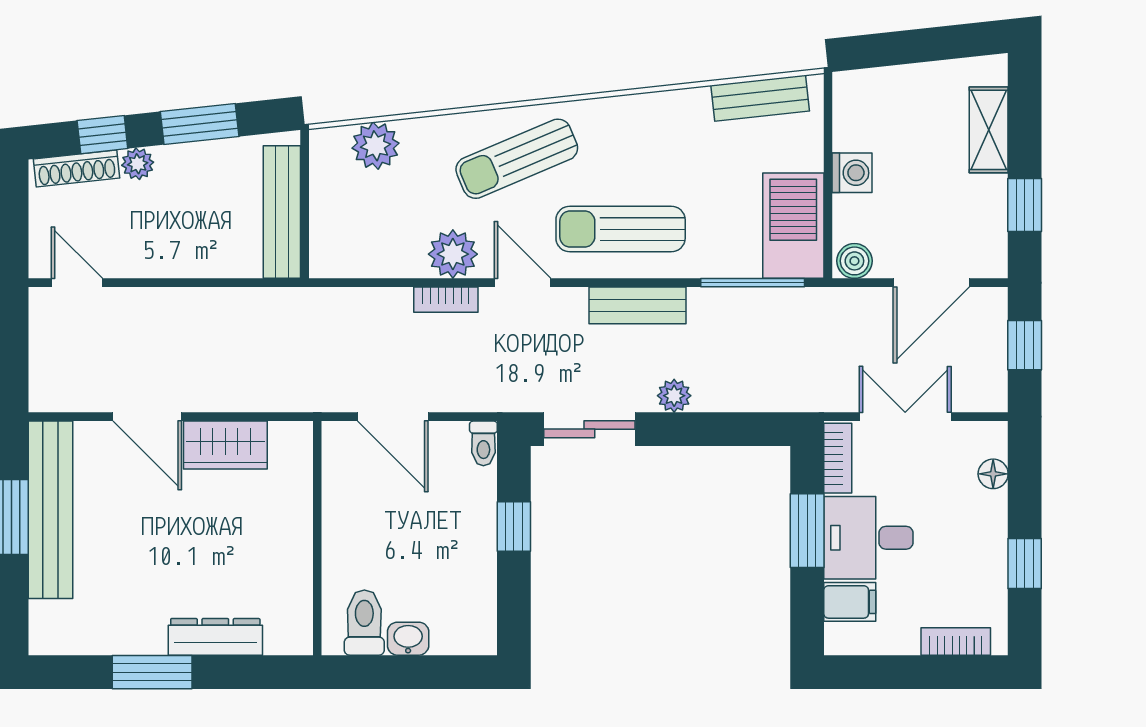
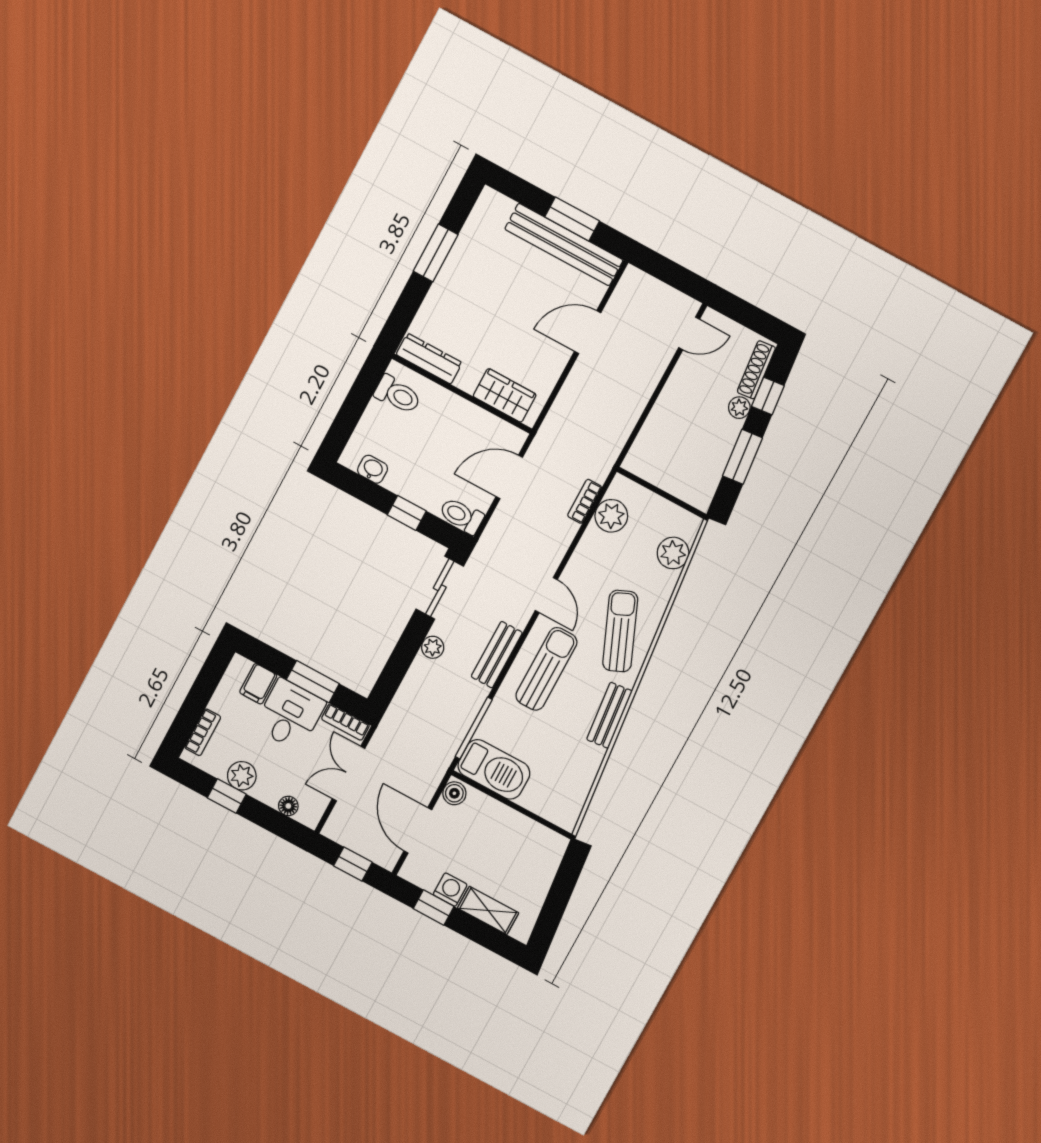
bench: (760, 98) -> (609, 715), moved
washing machine: (852, 173) -> (450, 890), moved, turned 180
bench: (282, 212) -> (664, 477), removed
plant: (453, 254) -> (611, 516), moved
door: (523, 283) -> (546, 595), hinge flipped
bookcase: (446, 300) -> (585, 501), moved
double door: (905, 417) -> (349, 774), swing flipped
toilet: (483, 443) -> (461, 516), width x1.37, depth x1.39
wardrobe: (225, 445) -> (505, 395), moved, turned 90
plant: (986, 558) -> (242, 776), added
dresser: (215, 637) -> (429, 359), moved, turned -90
washbasin: (408, 639) -> (373, 469), moved, turned -90

